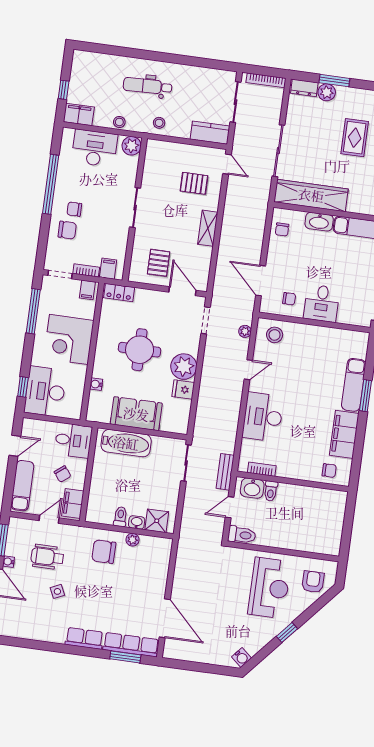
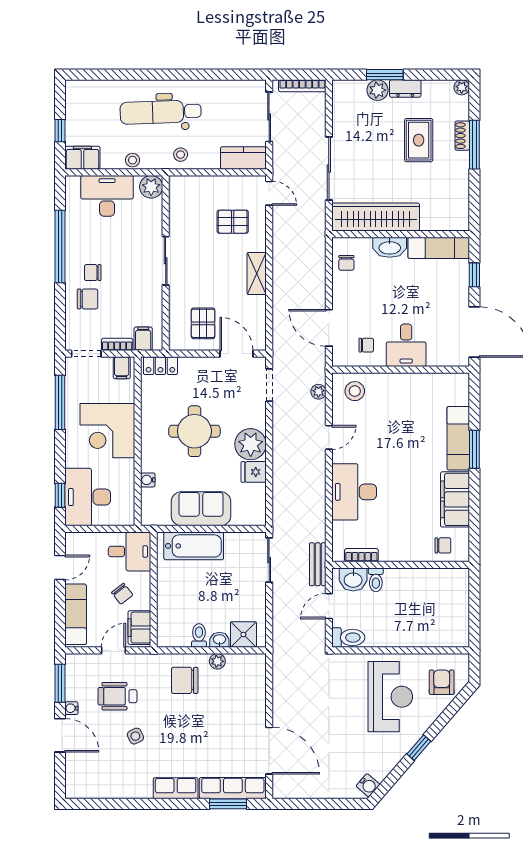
dental chair: (148, 86) -> (161, 112), width x1.36, depth x1.38
dresser: (304, 88) -> (405, 89), moved

